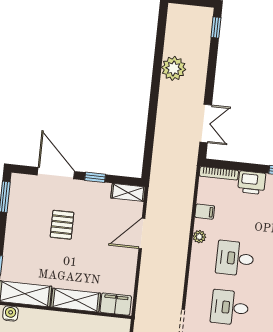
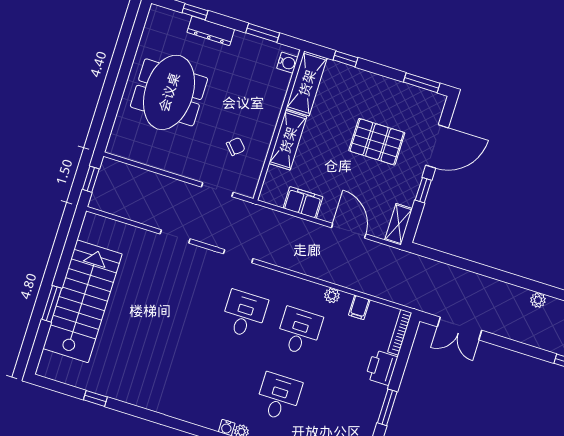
plant: (174, 68) -> (538, 300), width x0.53, depth x0.53
pallet: (62, 225) -> (377, 142), width x1.50, depth x1.42
filing cabinet: (116, 304) -> (303, 202), moved, turned -90

